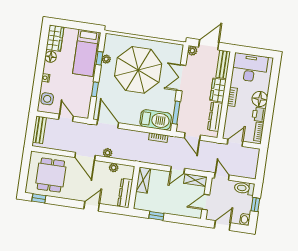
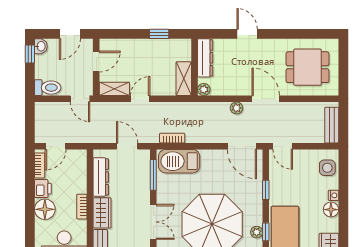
floor lamp: (51, 57) -> (331, 210), moved
door: (66, 118) -> (283, 146), moved
door: (235, 143) -> (56, 146), moved
plant: (114, 168) -> (204, 89), moved
dining table: (51, 175) -> (308, 67), turned 90
window: (39, 198) -> (319, 34), removed
window: (255, 205) -> (30, 54), moved
door: (92, 206) -> (247, 34), swing flipped

